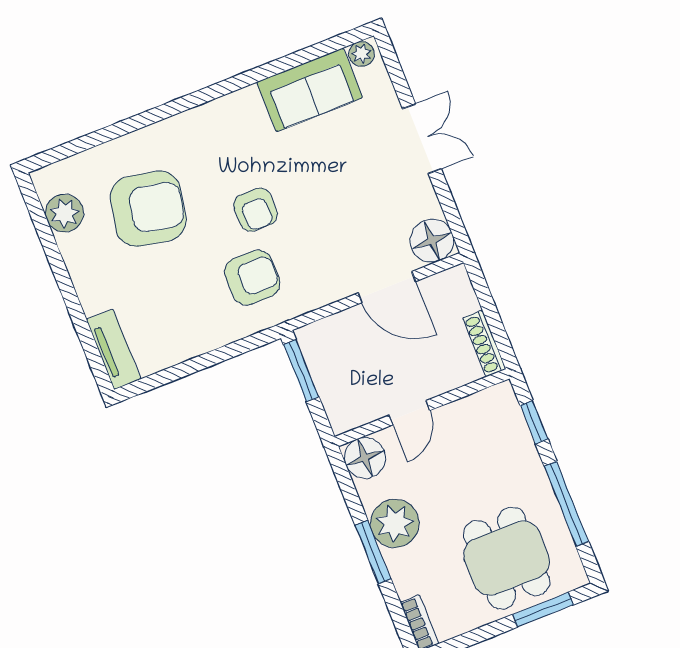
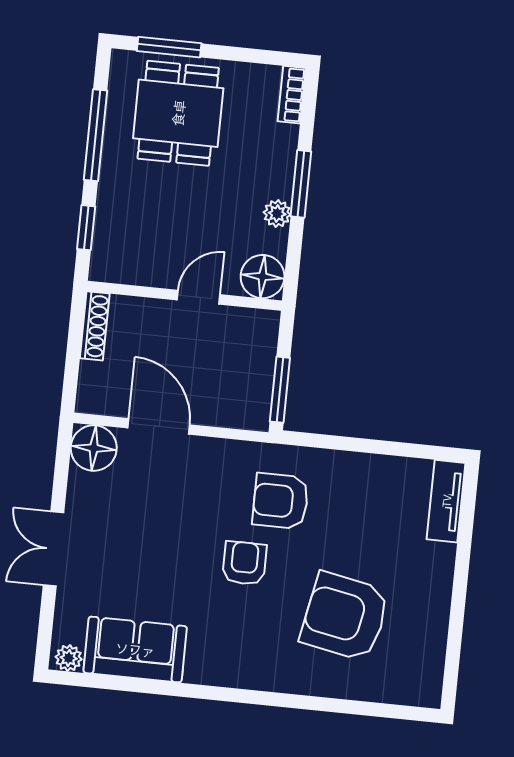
plant: (64, 213) -> (426, 653), removed
plant: (395, 523) -> (277, 214), width x0.53, depth x0.53

